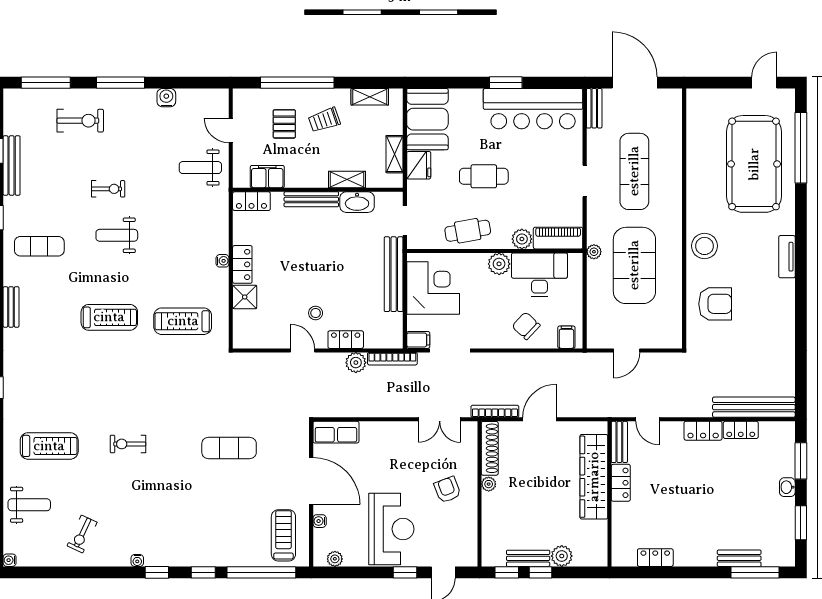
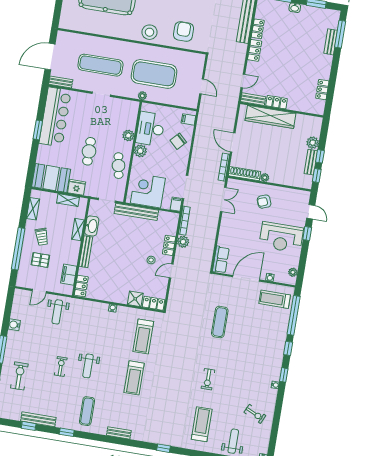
piano: (558, 238) -> (131, 115), removed
locker: (242, 264) -> (154, 303), moved
treadmill: (109, 317) -> (134, 378), turned 180
reception desk: (391, 529) -> (281, 237), turned 180

